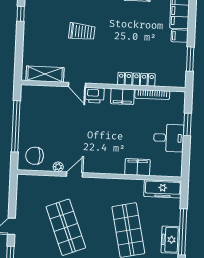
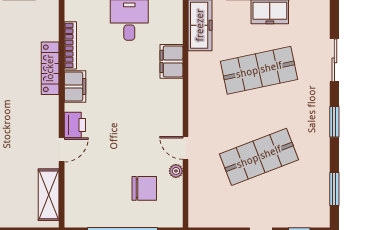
chair: (35, 156) -> (144, 188), moved, turned -90

